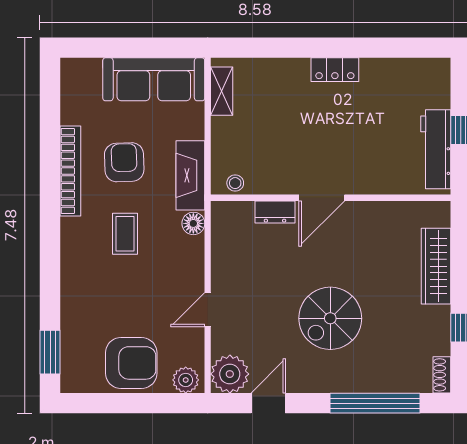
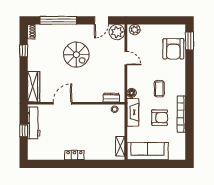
armchair: (124, 162) -> (160, 118), turned -88
door: (322, 198) -> (62, 103), moved
dresser: (275, 212) -> (111, 98), moved
wardrobe: (436, 266) -> (34, 87), moved
door: (208, 310) -> (126, 58), hinge flipped
spiral stairs: (330, 318) -> (76, 55), turned 90
armchair: (131, 363) -> (173, 49), moved, turned -90

